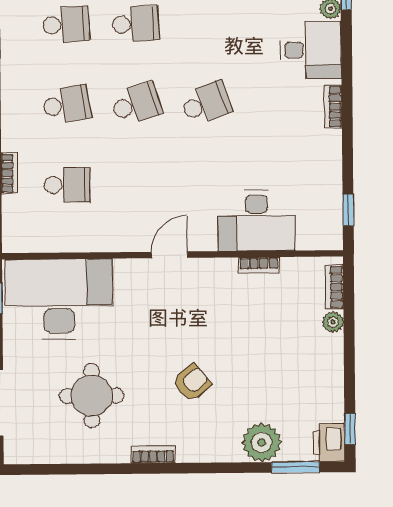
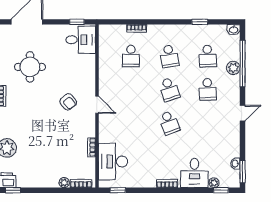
desk: (257, 221) -> (113, 162), moved
desk: (59, 299) -> (81, 40), width x0.53, depth x0.77
armchair: (192, 383) -> (68, 102), moved

